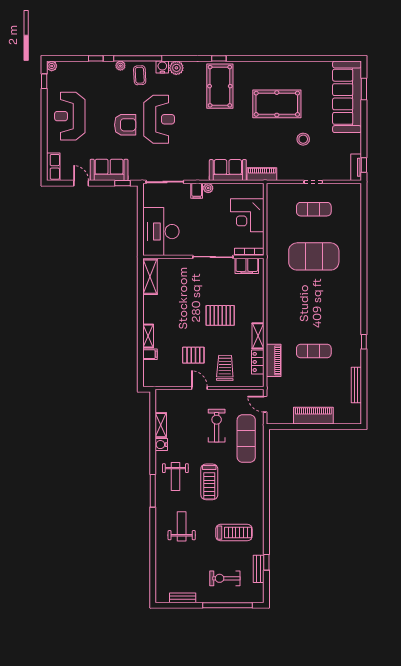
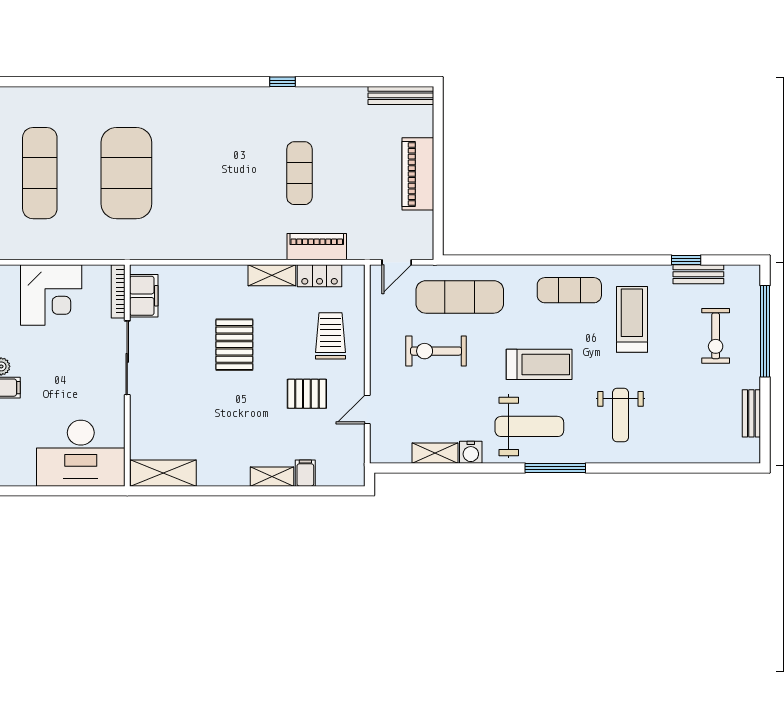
exercise mat: (314, 209) -> (40, 173), width x1.36, depth x1.45
pallet: (193, 355) -> (307, 394), turned 90
trolley: (225, 368) -> (331, 336), turned 89
bench: (356, 385) -> (401, 95), moved
door: (199, 388) -> (367, 409), moved
weight bench: (175, 477) -> (529, 426), width x1.36, depth x1.33
exercise mat: (250, 498) -> (569, 290), added
weight bench: (182, 526) -> (621, 415), turned -90

